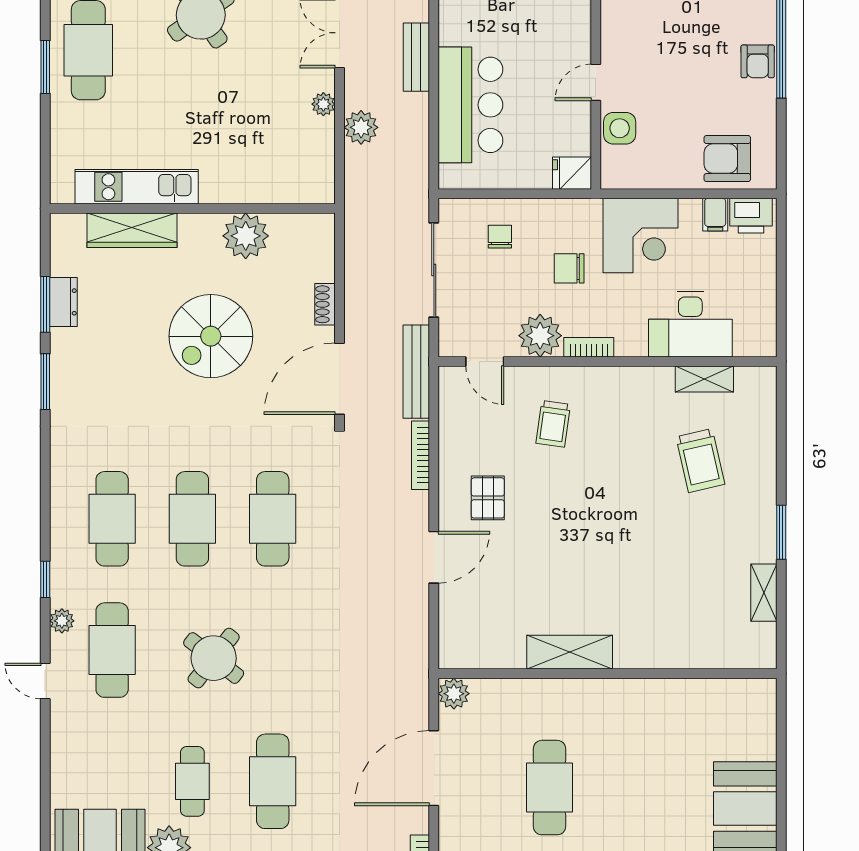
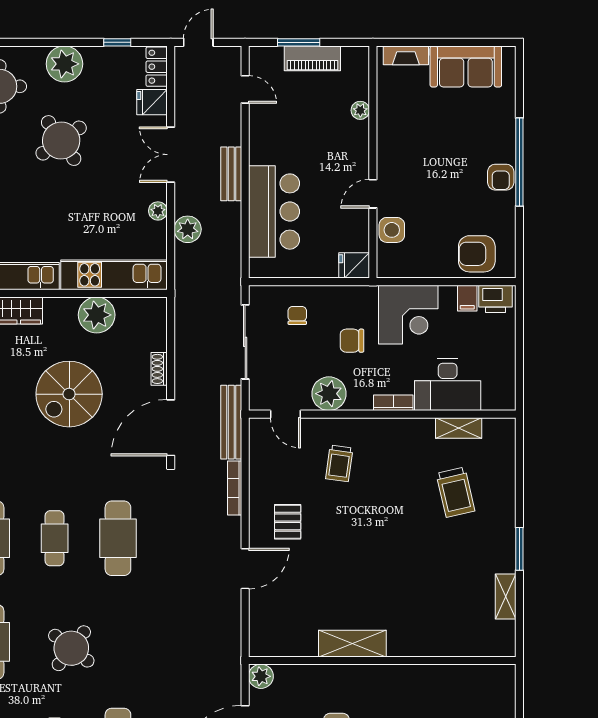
kitchen unit: (268, 185) -> (114, 275), added
bookcase: (589, 347) -> (393, 403), moved
cafe table: (192, 519) -> (55, 538), width x0.73, depth x0.74

